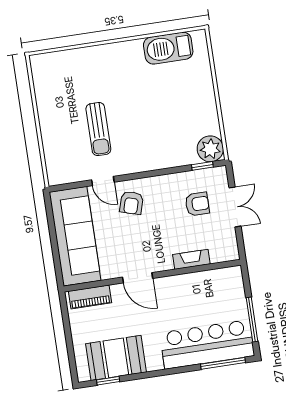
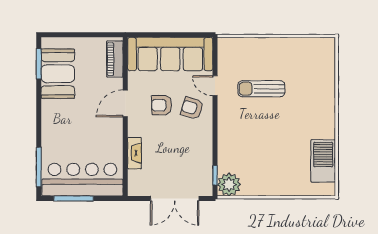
door: (103, 181) -> (215, 86), hinge flipped
armchair: (197, 204) -> (162, 105), moved, turned 90
double door: (235, 207) -> (175, 198), width x1.37
bar counter: (207, 344) -> (83, 180), moved, turned -90
window: (108, 381) -> (39, 64), width x1.50

